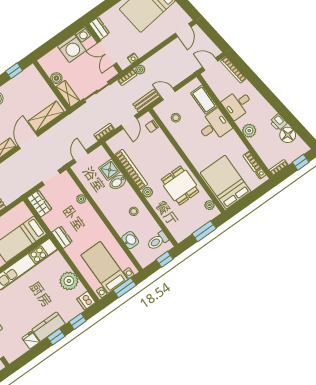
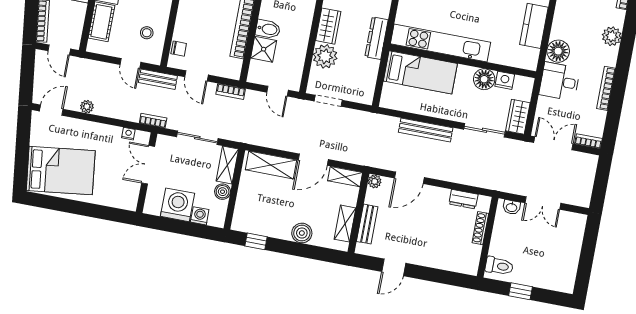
dresser: (99, 28) -> (131, 196), removed
washing machine: (83, 35) -> (200, 216), moved
double door: (107, 53) -> (148, 165), swing flipped
plant: (140, 70) -> (87, 107), moved
door: (129, 122) -> (197, 76), swing flipped
door: (81, 156) -> (278, 91), hinge flipped
plant: (81, 199) -> (325, 56), width x1.88, depth x1.88
wardrobe: (39, 204) -> (328, 26), moved, turned 180
dresser: (62, 237) -> (376, 38), width x1.44

